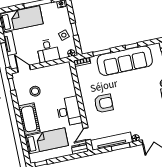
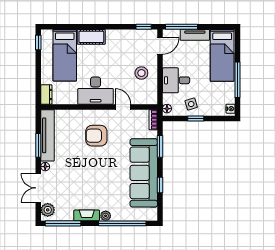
stool: (35, 91) -> (141, 73), moved
armchair: (104, 103) -> (96, 136), turned 90
cot: (29, 119) -> (91, 37), width x0.73, depth x0.75
door: (87, 134) -> (123, 107), moved

